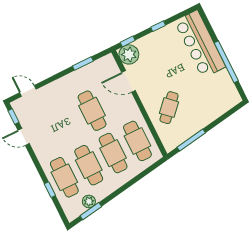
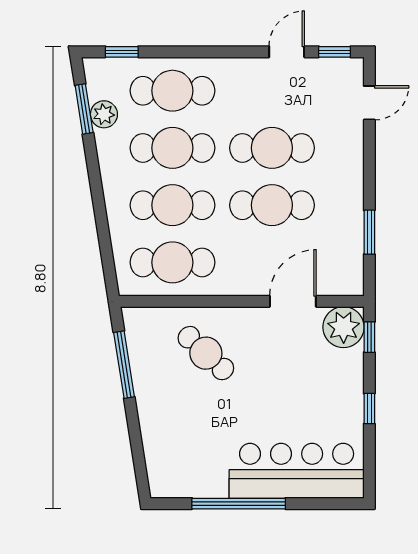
cafe table: (68, 123) -> (272, 148), added
window: (50, 190) -> (122, 52), moved

